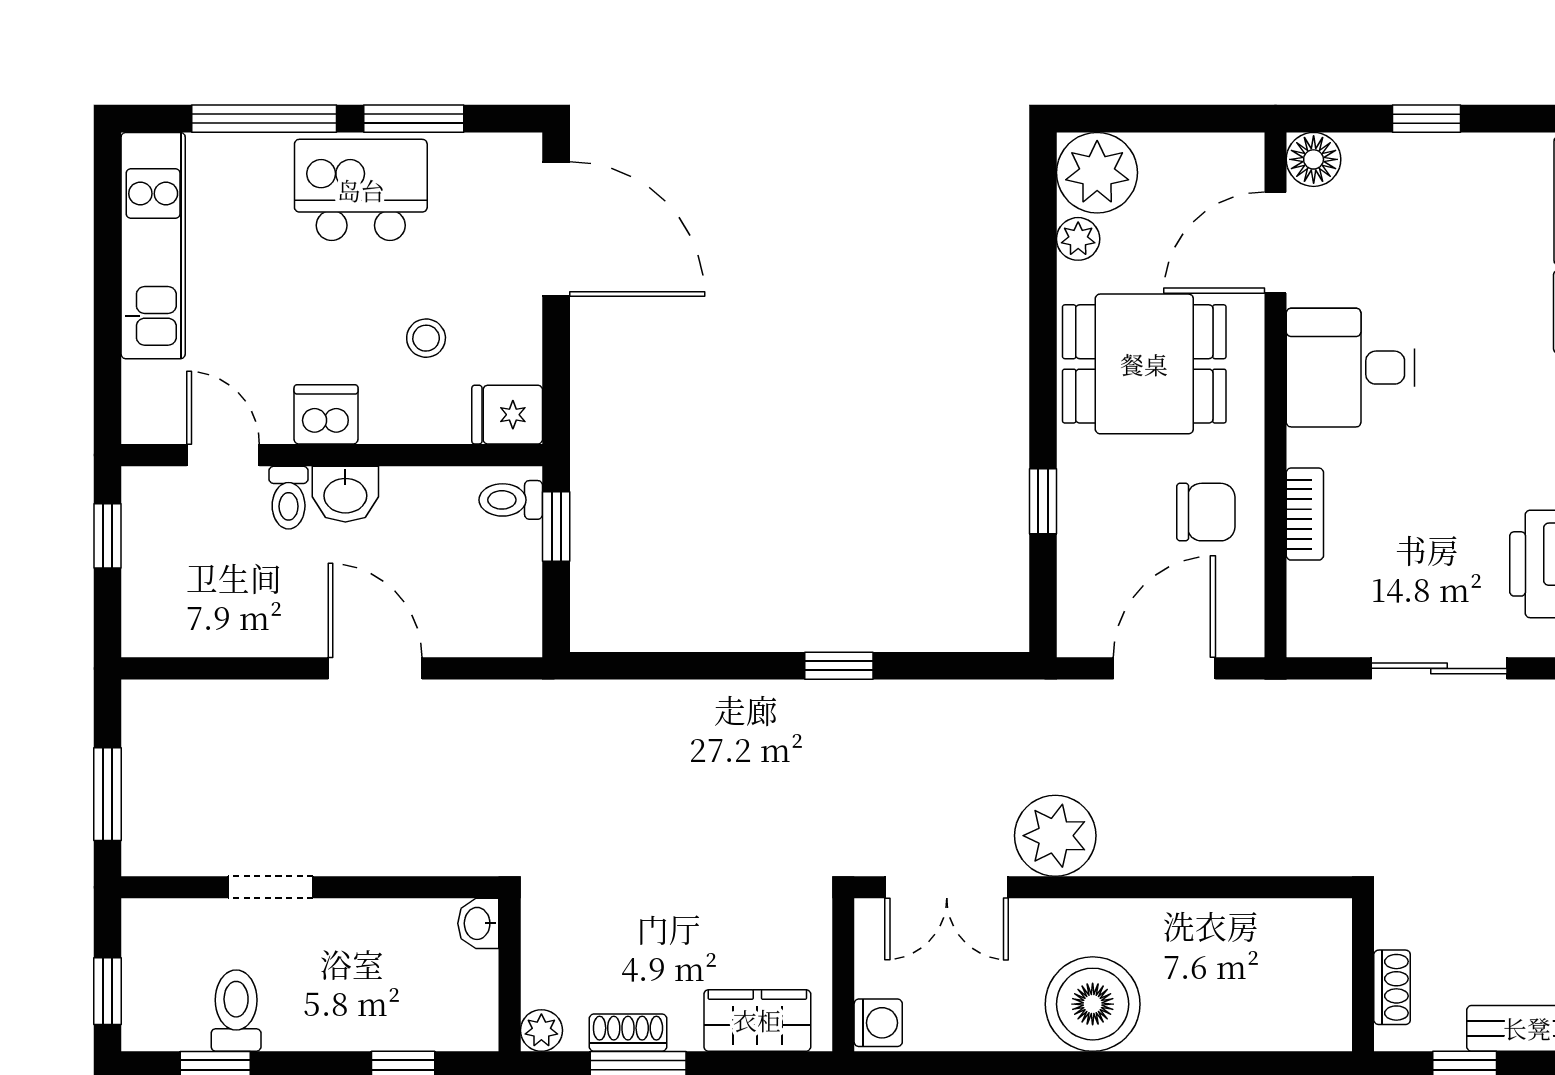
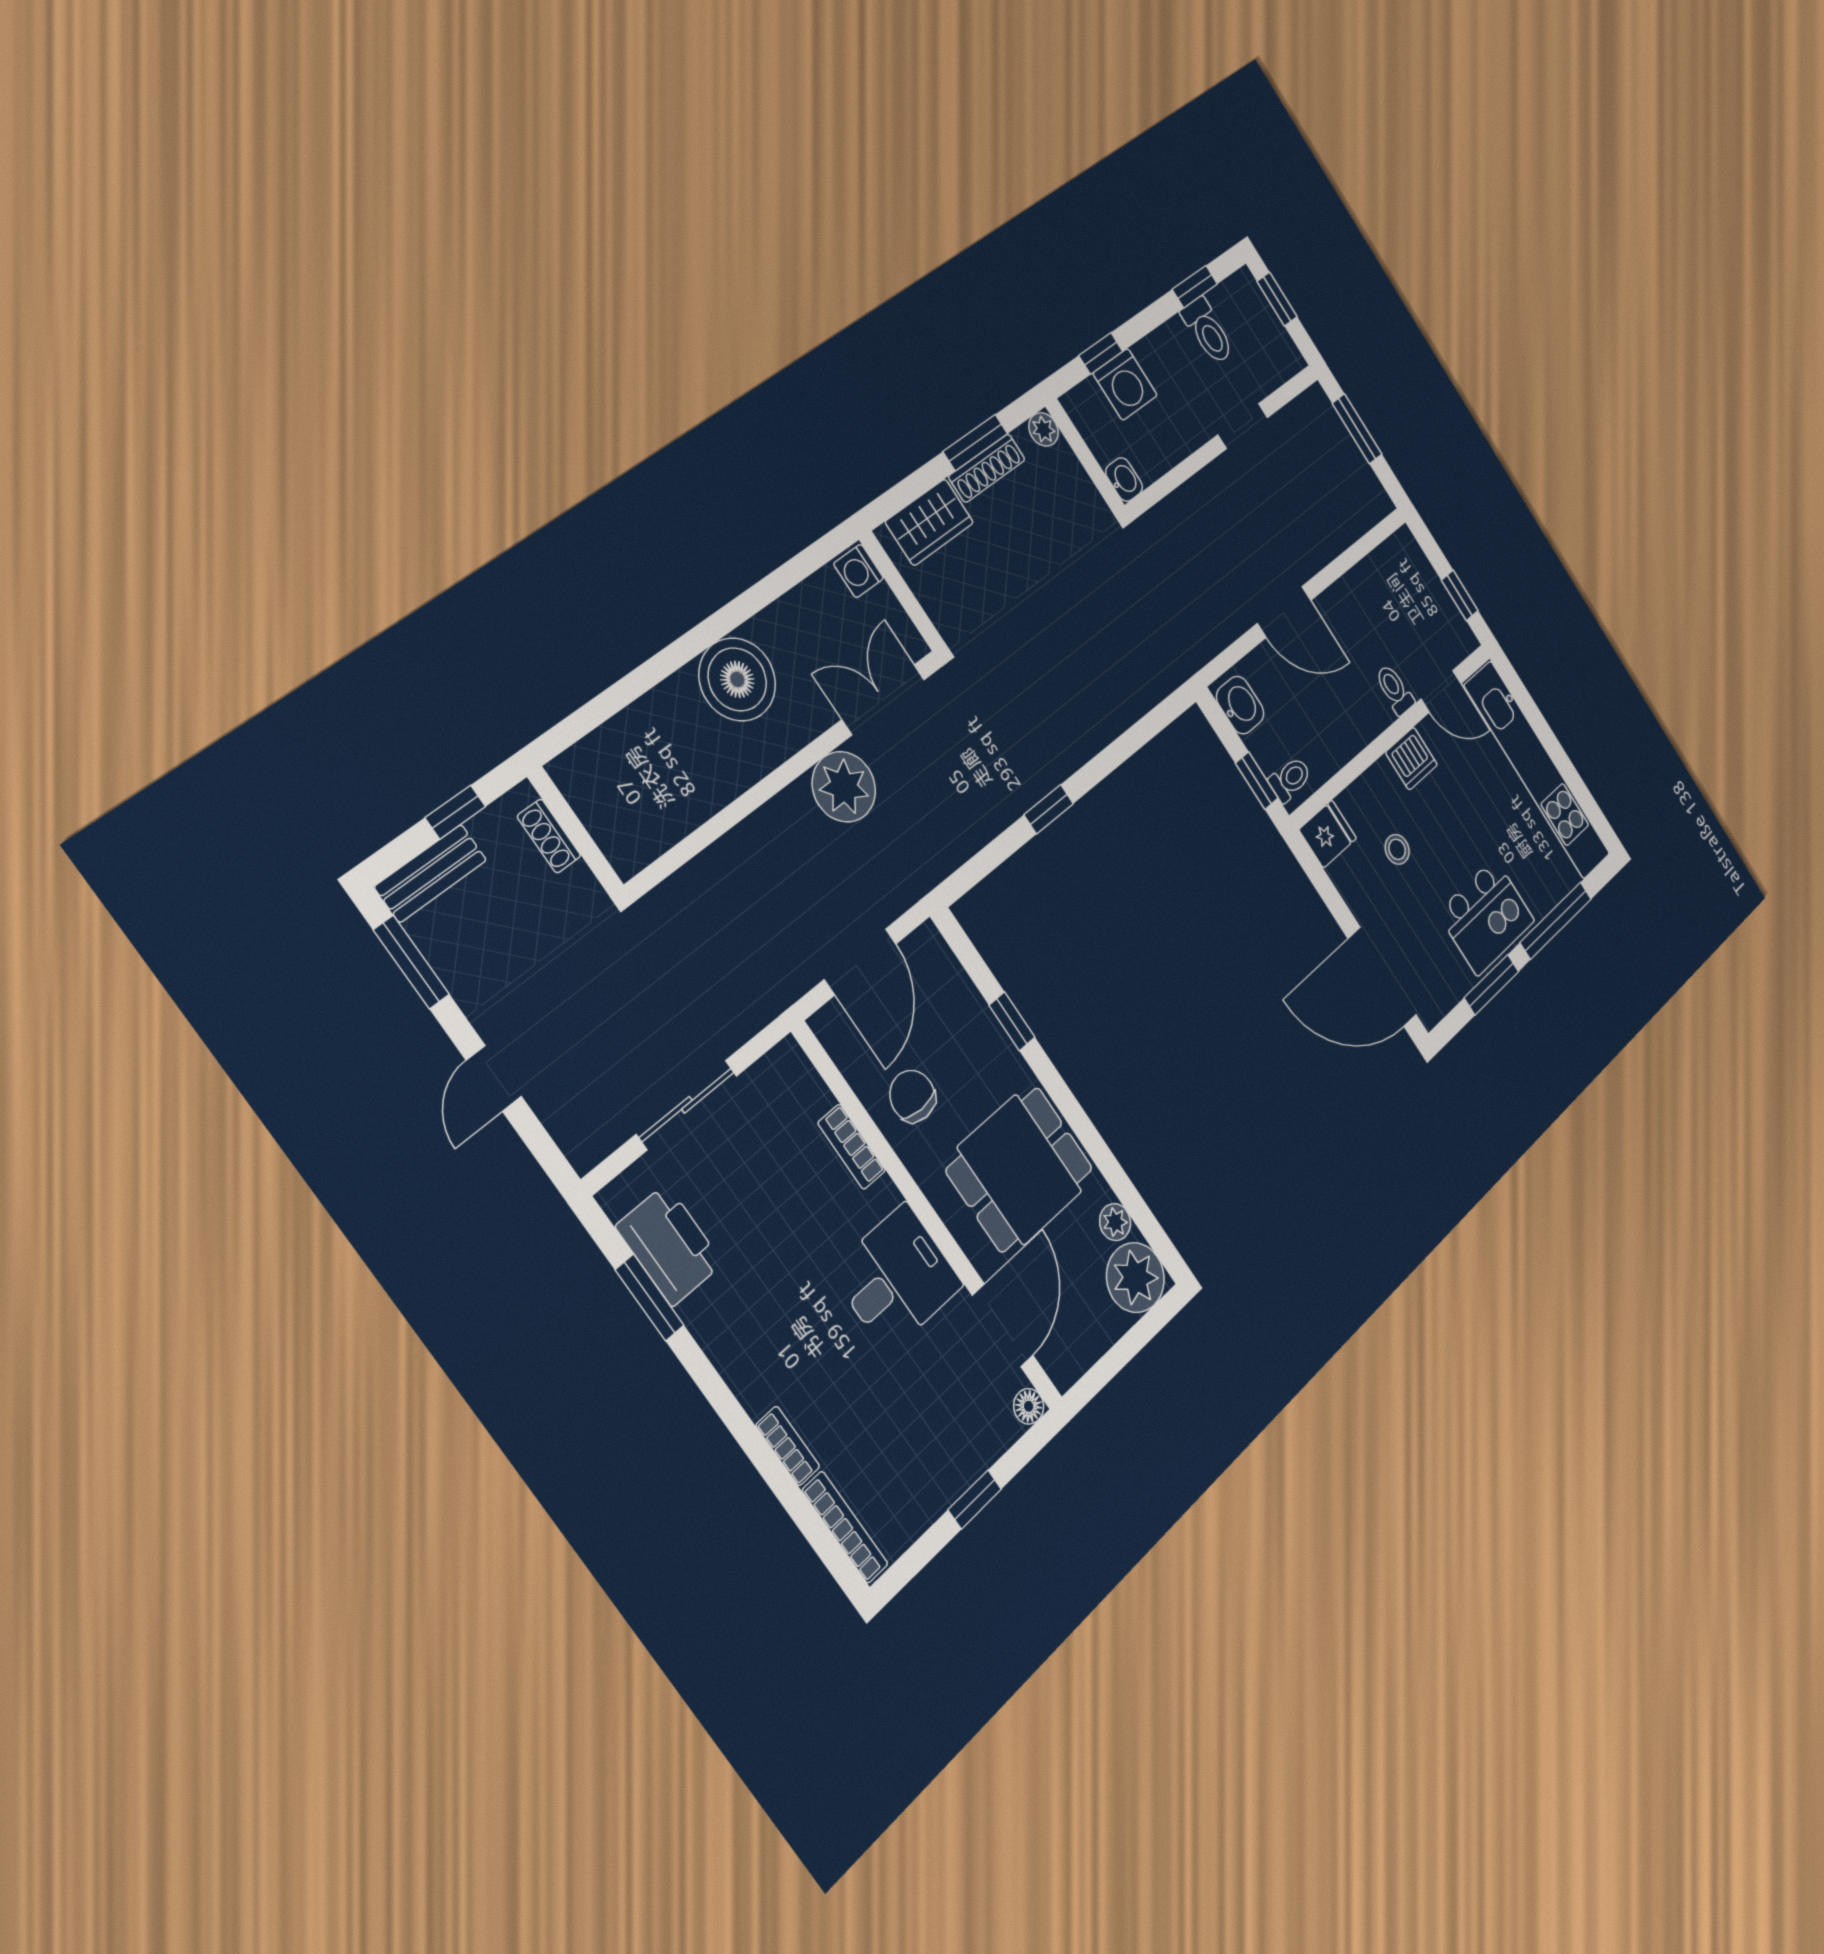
floor lamp: (1314, 159) -> (1029, 1406), width x0.73, depth x0.73
kitchen unit: (153, 246) -> (1537, 770), width x1.36
washbasin: (345, 494) -> (1240, 705), moved, turned 90
chair: (1206, 512) -> (912, 1096), turned 90
washing machine: (396, 1017) -> (1125, 384), added
shoe rack: (628, 1033) -> (987, 468), width x1.43

